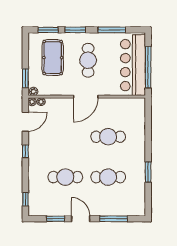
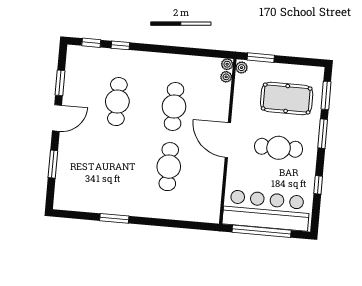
window: (112, 30) -> (318, 185), width x0.46
door: (25, 122) -> (200, 52), removed
window: (25, 151) -> (120, 45), moved
cafe table: (108, 177) -> (174, 107), moved
window: (114, 219) -> (53, 164), width x0.69

